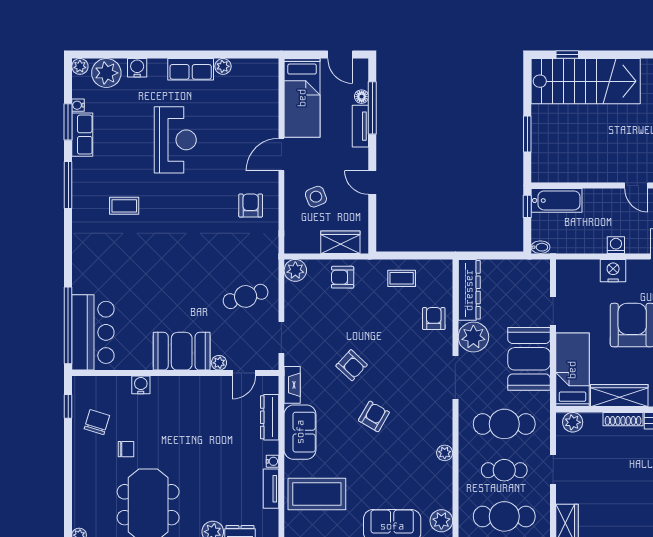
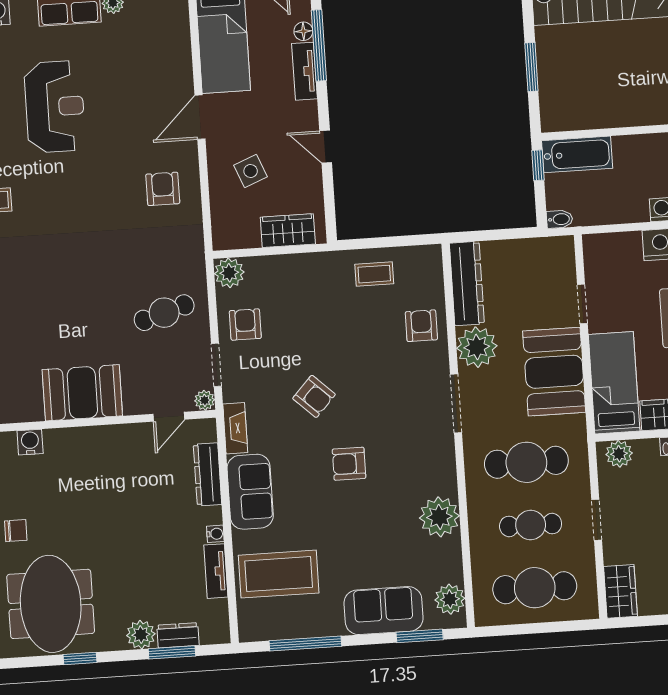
armchair: (343, 277) -> (245, 325), moved, turned 90
plant: (219, 363) -> (205, 400), moved
armchair: (374, 416) -> (349, 464), turned -120
plant: (445, 453) -> (439, 517), width x1.88, depth x1.88

